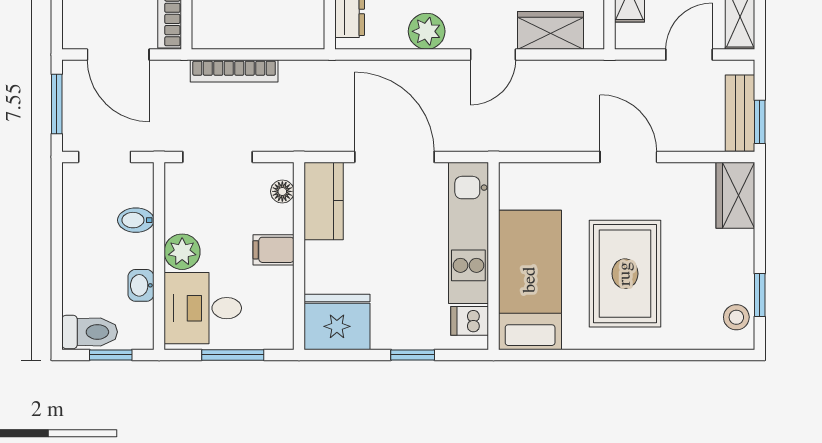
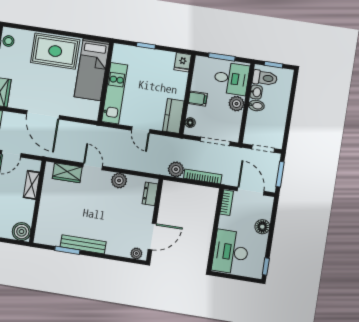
door: (493, 55) -> (93, 166), hinge flipped
plant: (299, 78) -> (176, 169), added
door: (394, 157) -> (141, 130), width x0.53
door: (628, 157) -> (43, 115), width x1.36
bidet: (136, 220) -> (256, 106), moved
rug: (625, 274) -> (55, 51), moved, turned 90
dishwasher: (470, 321) -> (120, 56), removed
fridge: (337, 322) -> (183, 62), width x0.53, depth x0.75
toilet: (90, 332) -> (265, 78), moved, turned 180

